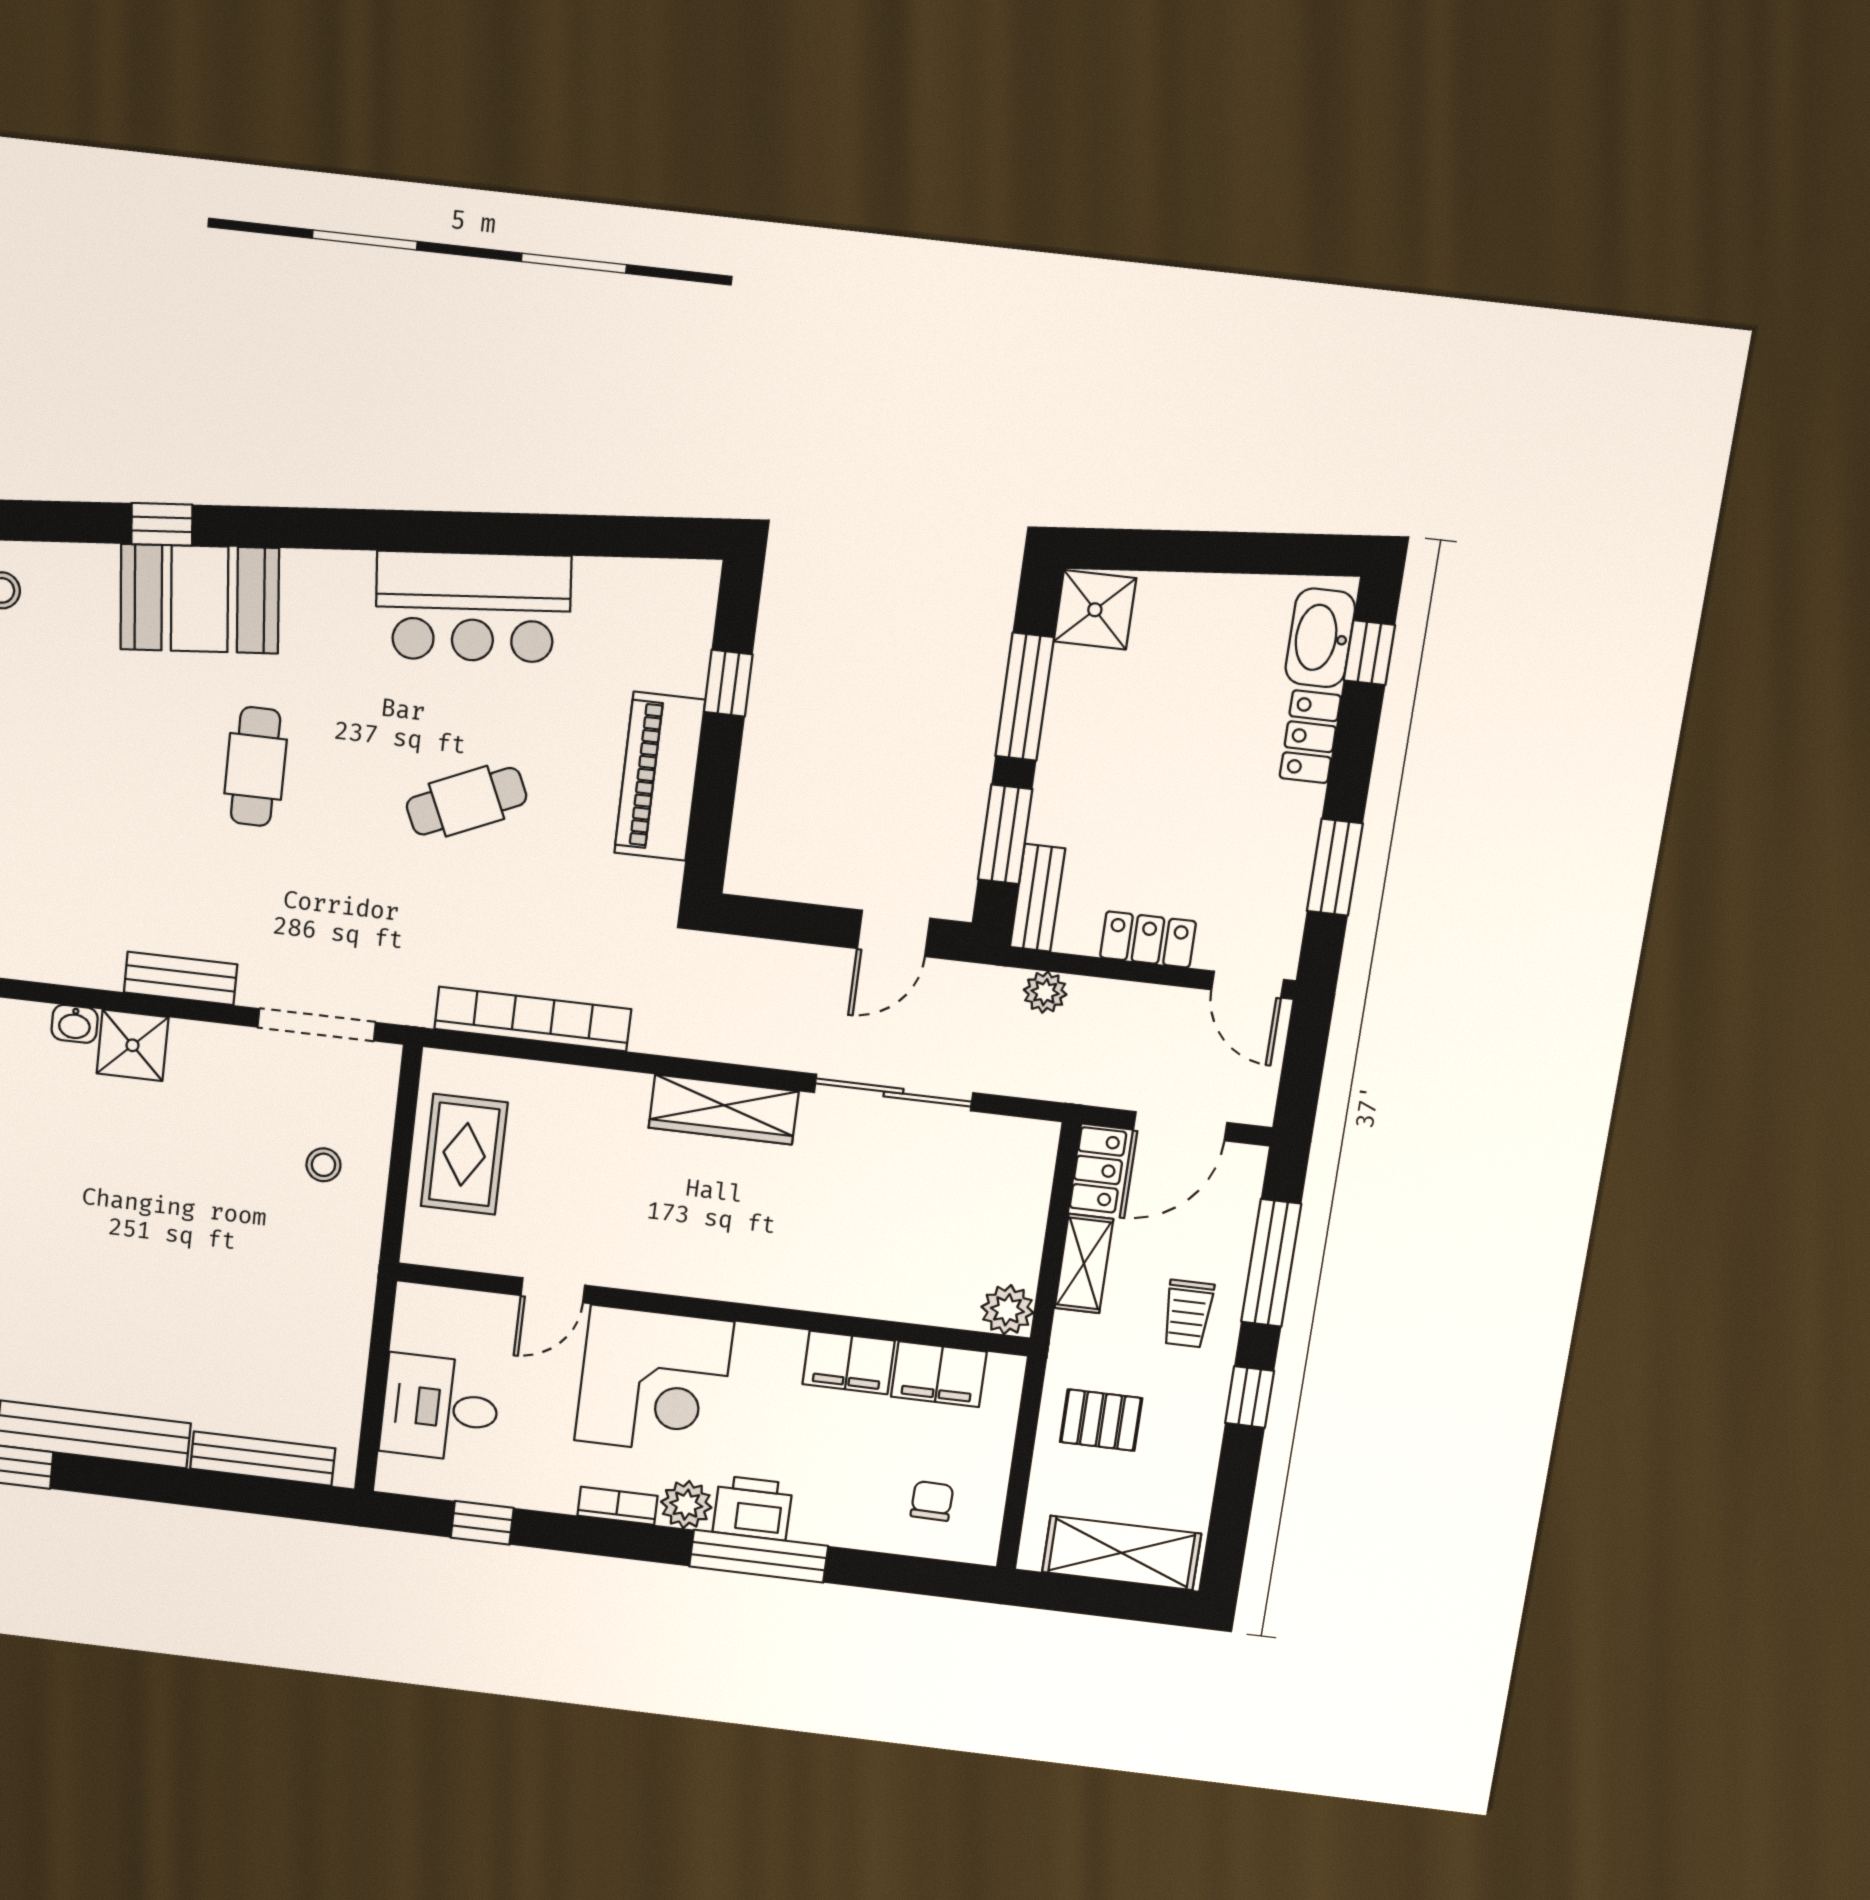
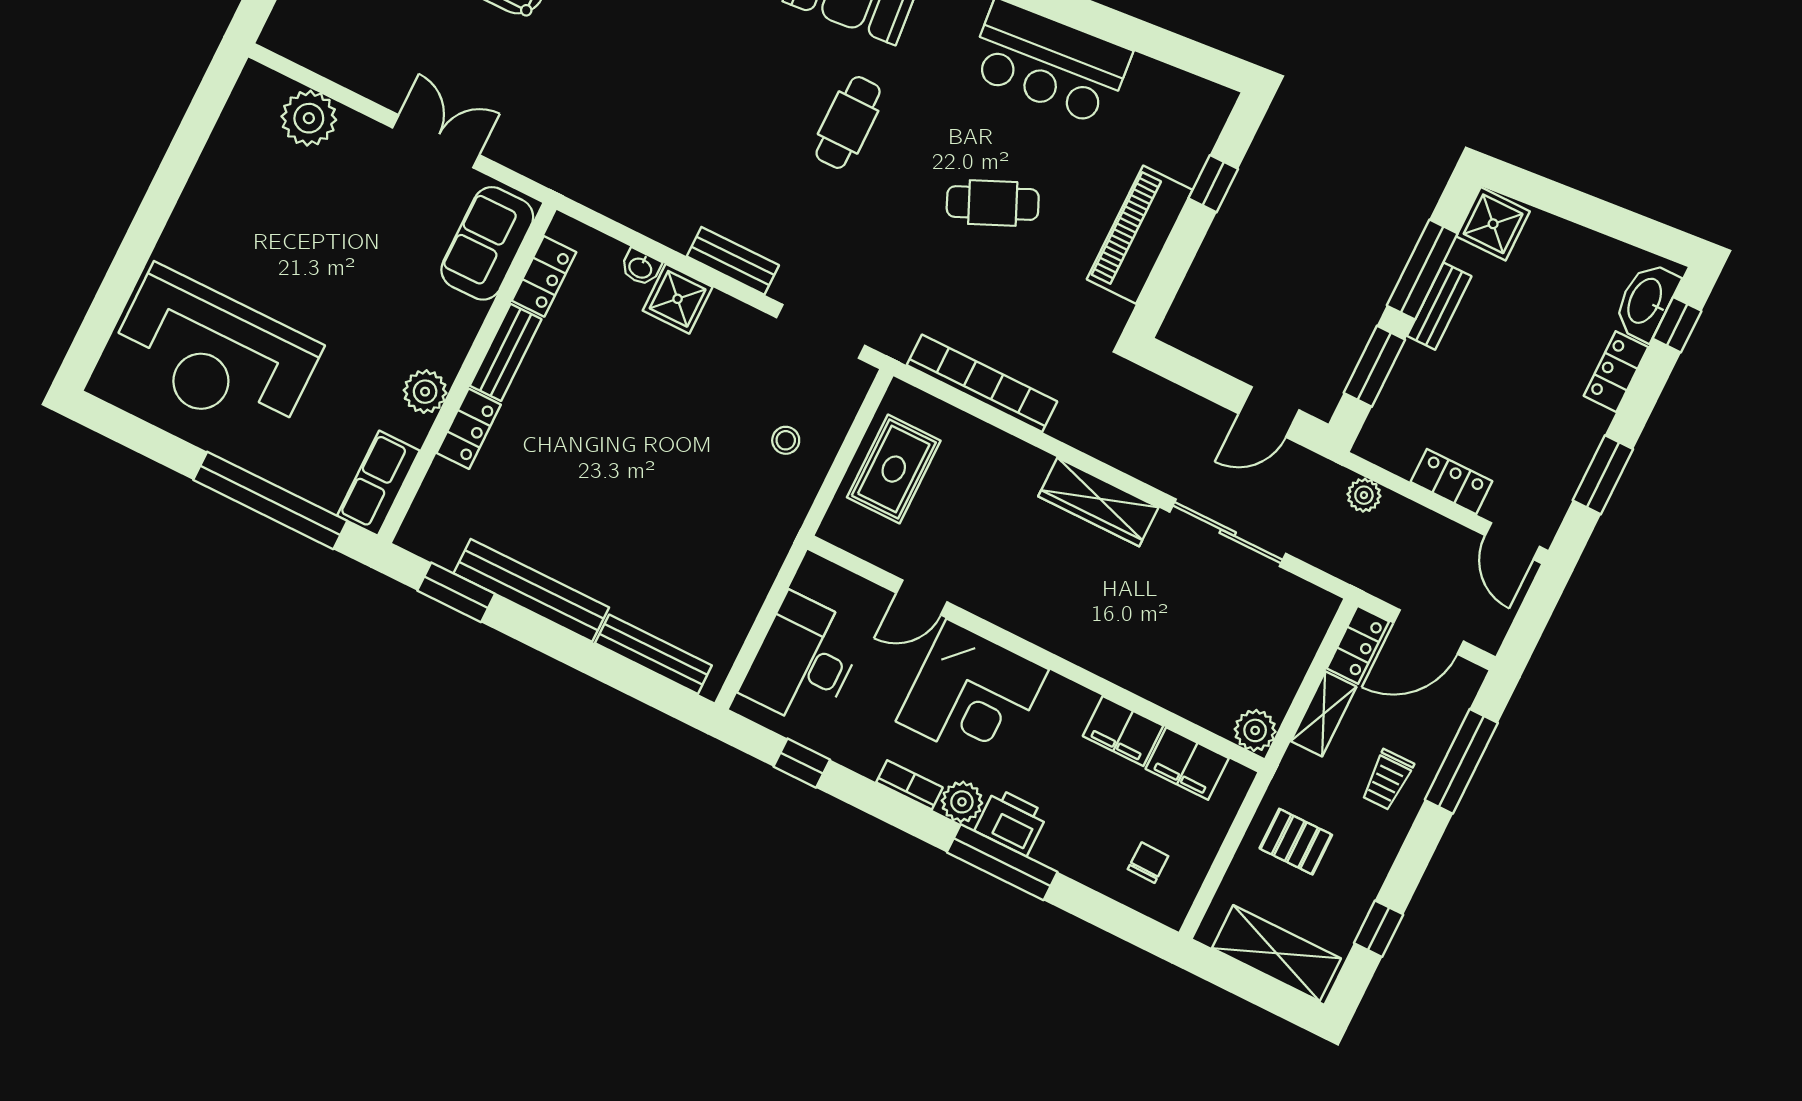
bench: (1037, 898) -> (1439, 306), moved
window: (1250, 1397) -> (1379, 929), moved
desk: (440, 1408) -> (803, 661), width x1.37

